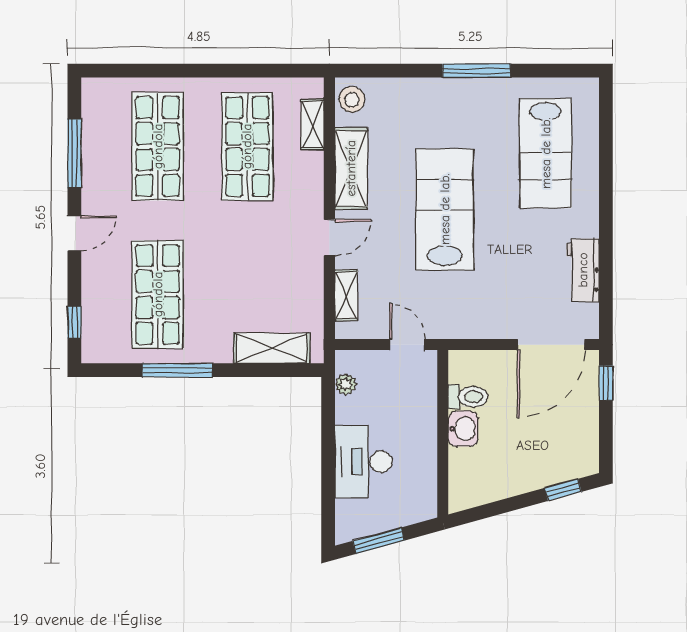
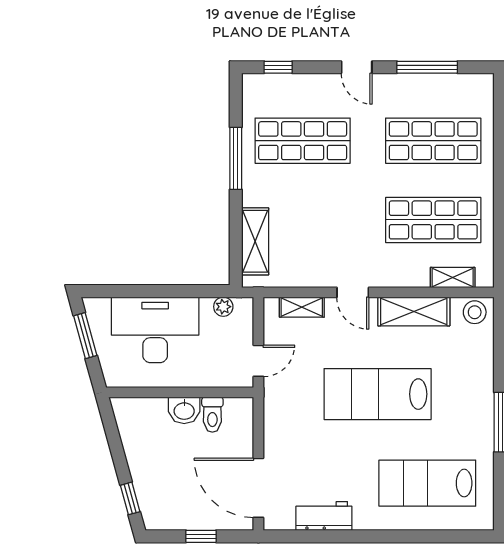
lab bench: (445, 209) -> (378, 394), turned 180
window: (606, 383) -> (201, 536), moved
desk: (363, 462) -> (155, 330), width x1.36, depth x1.30

